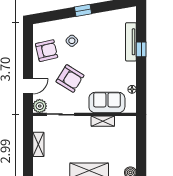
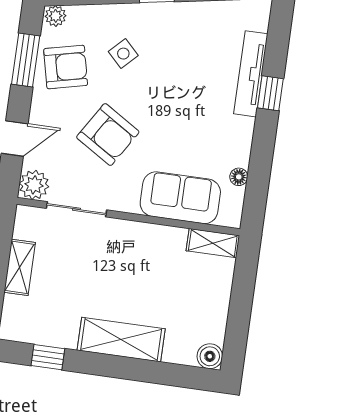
plant: (39, 28) -> (56, 16), added
window: (28, 50) -> (26, 60), added
shelving: (103, 121) -> (213, 243), moved

